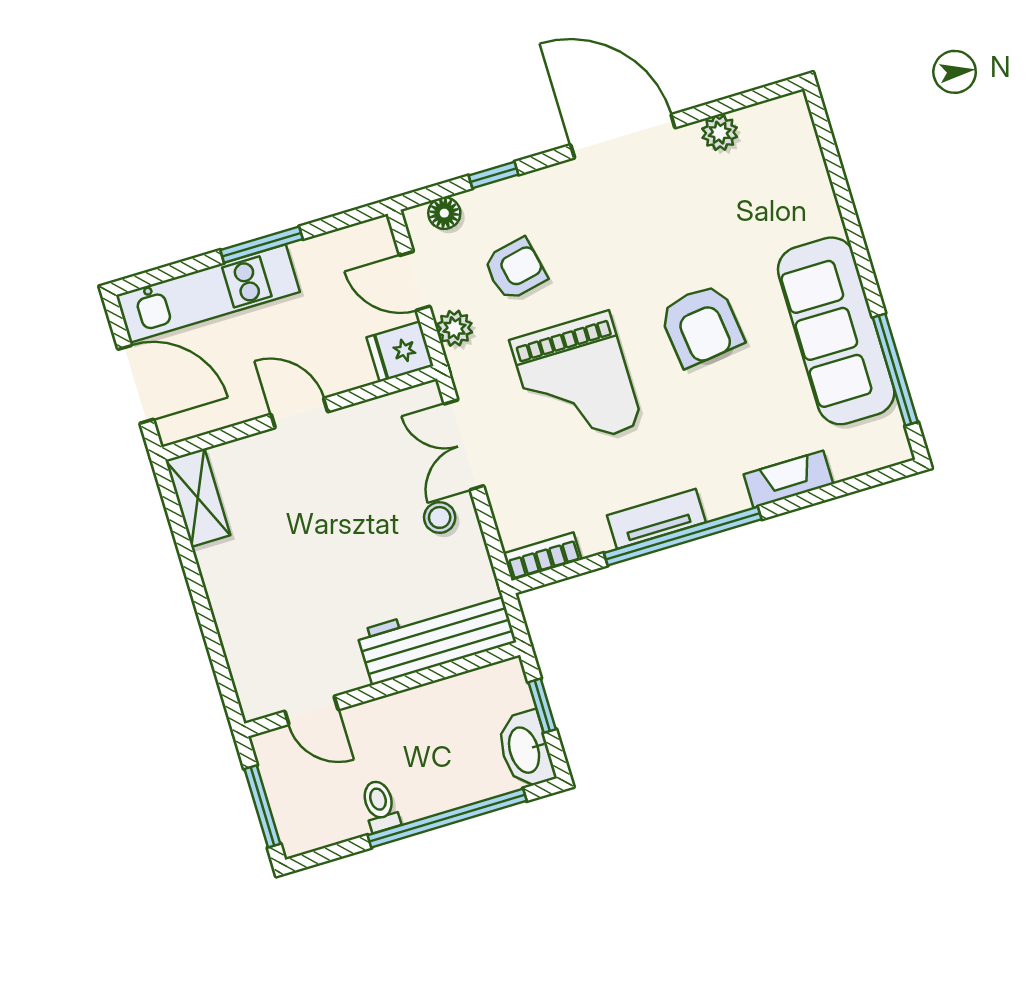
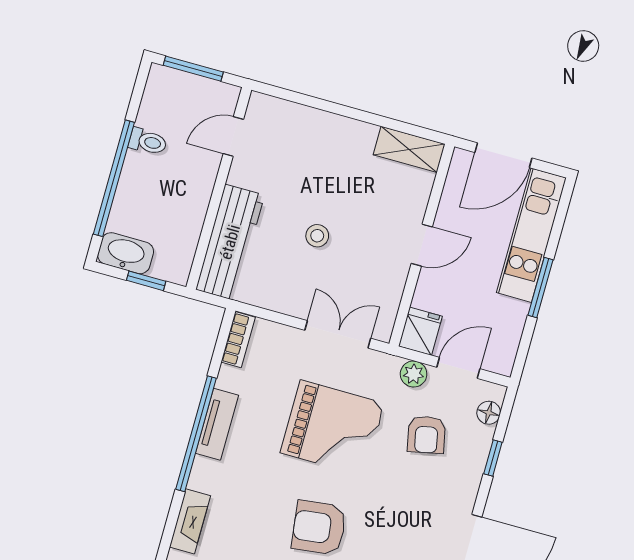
grand piano: (576, 383) -> (332, 428), turned 180
stool: (440, 517) -> (317, 236), moved

